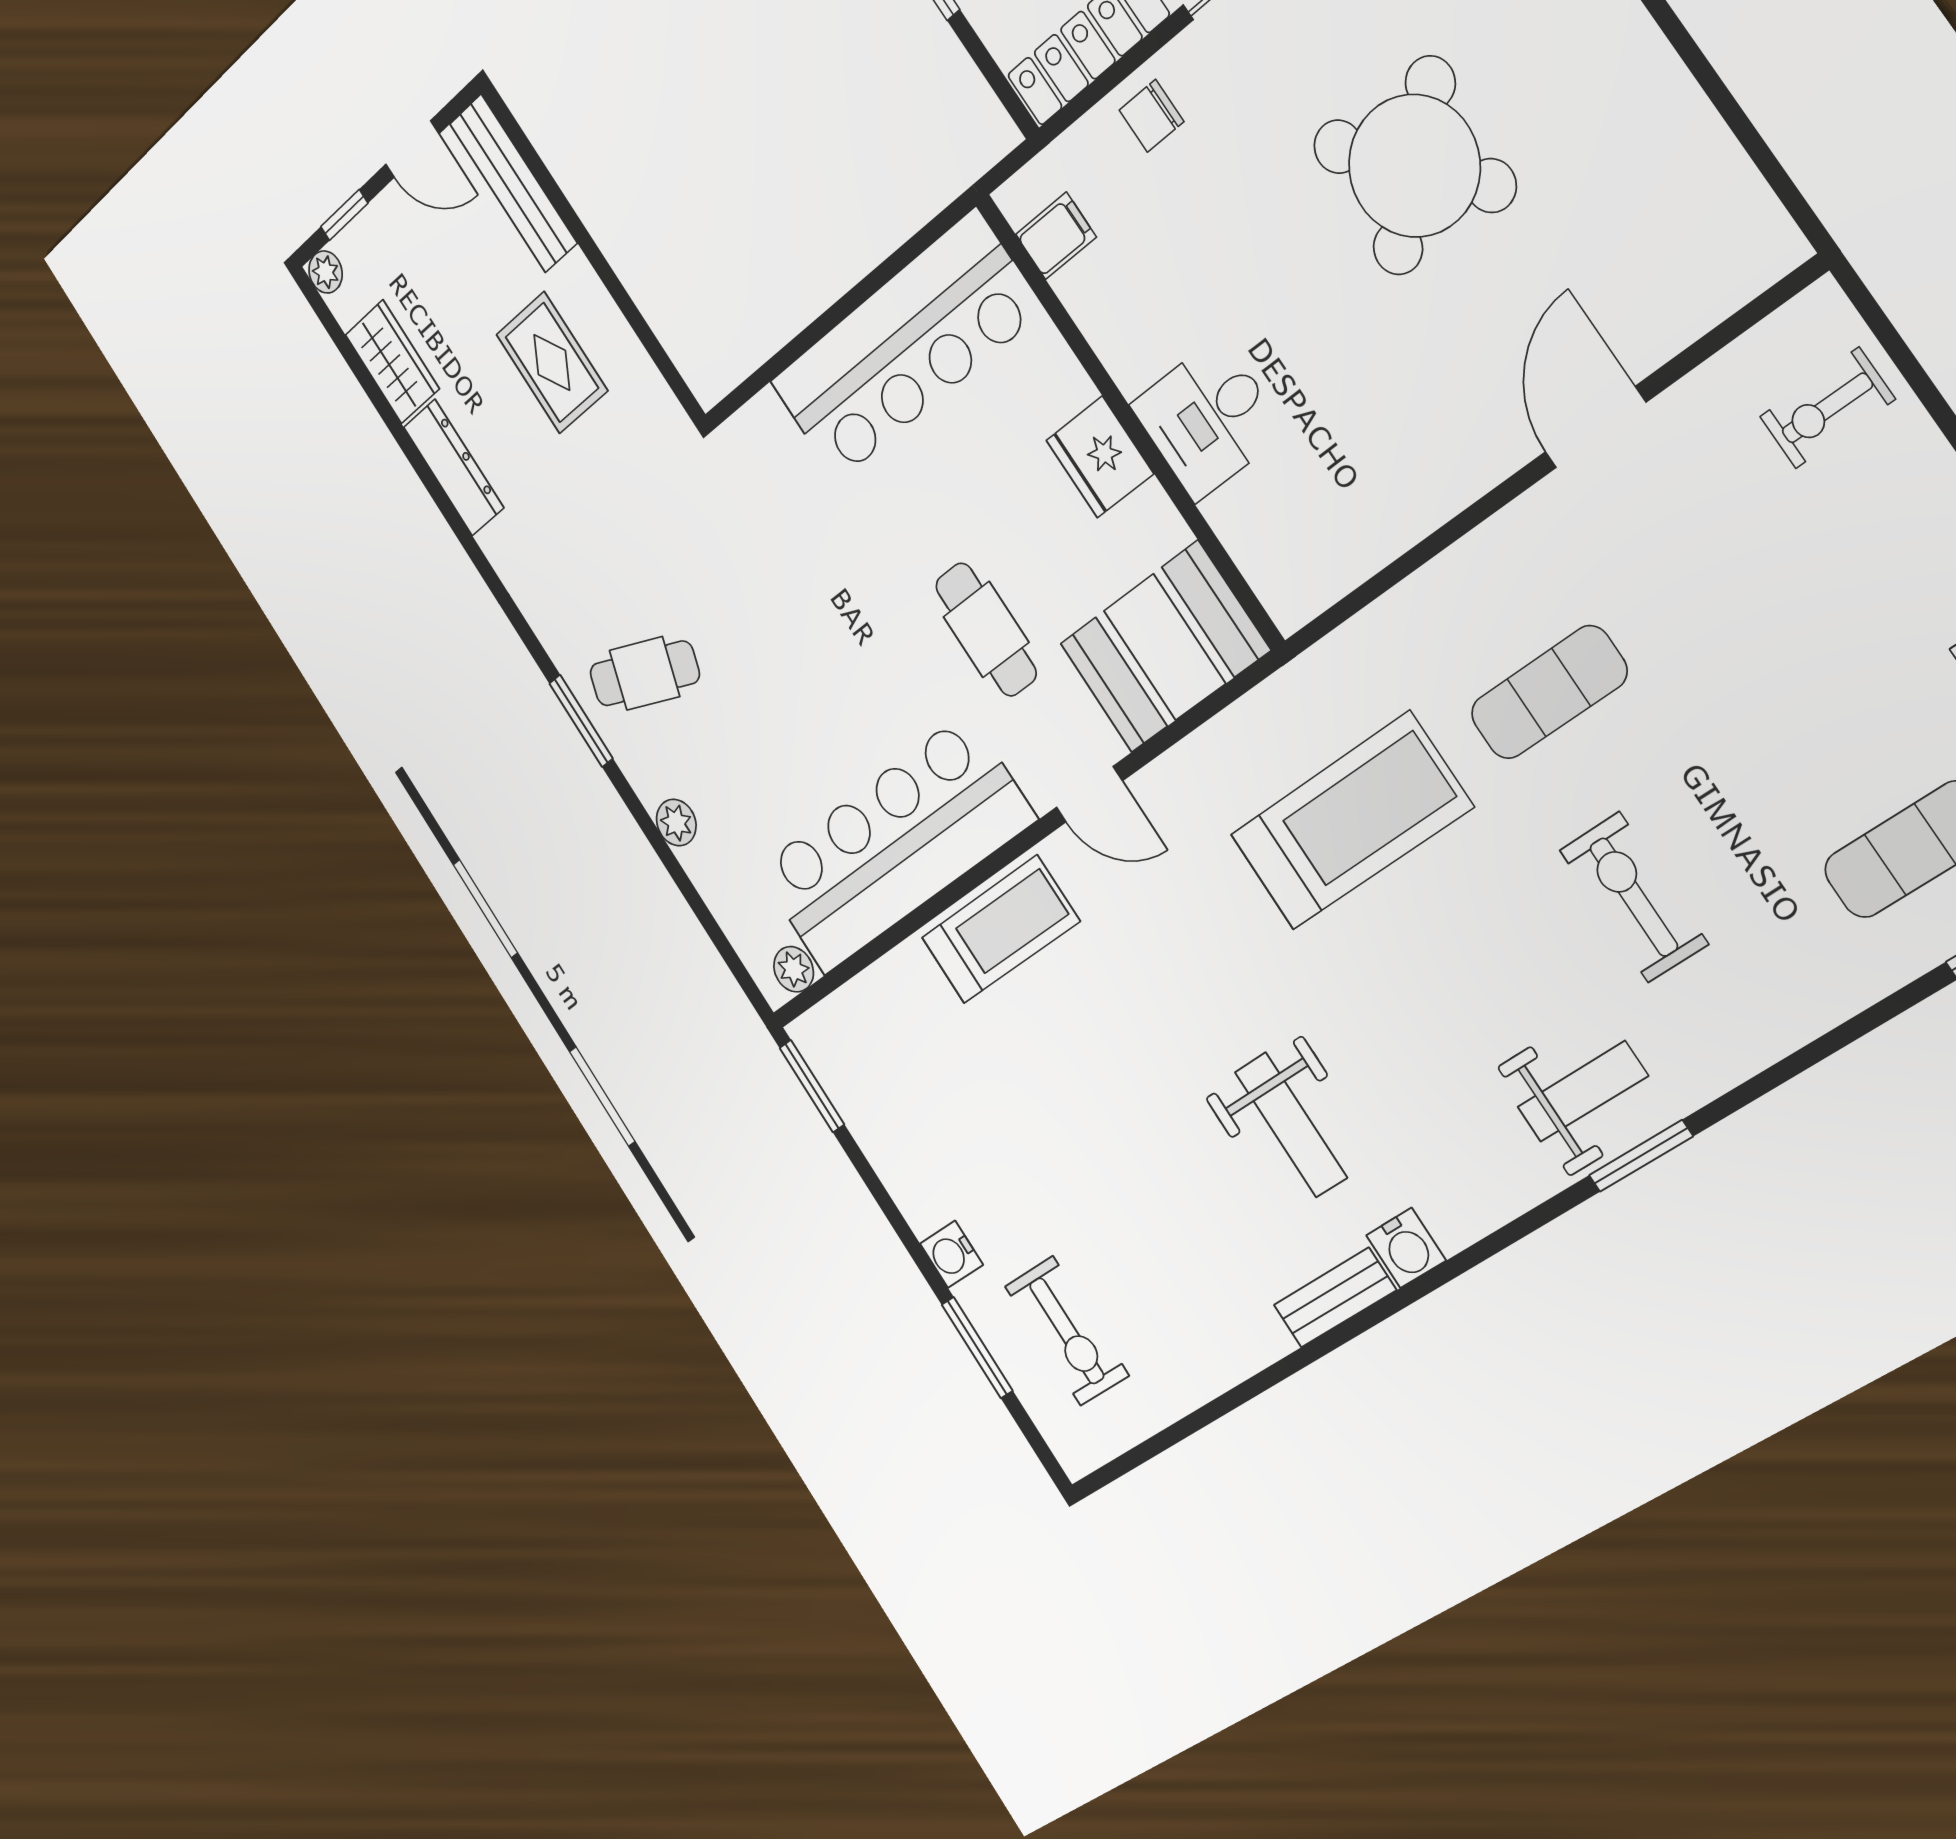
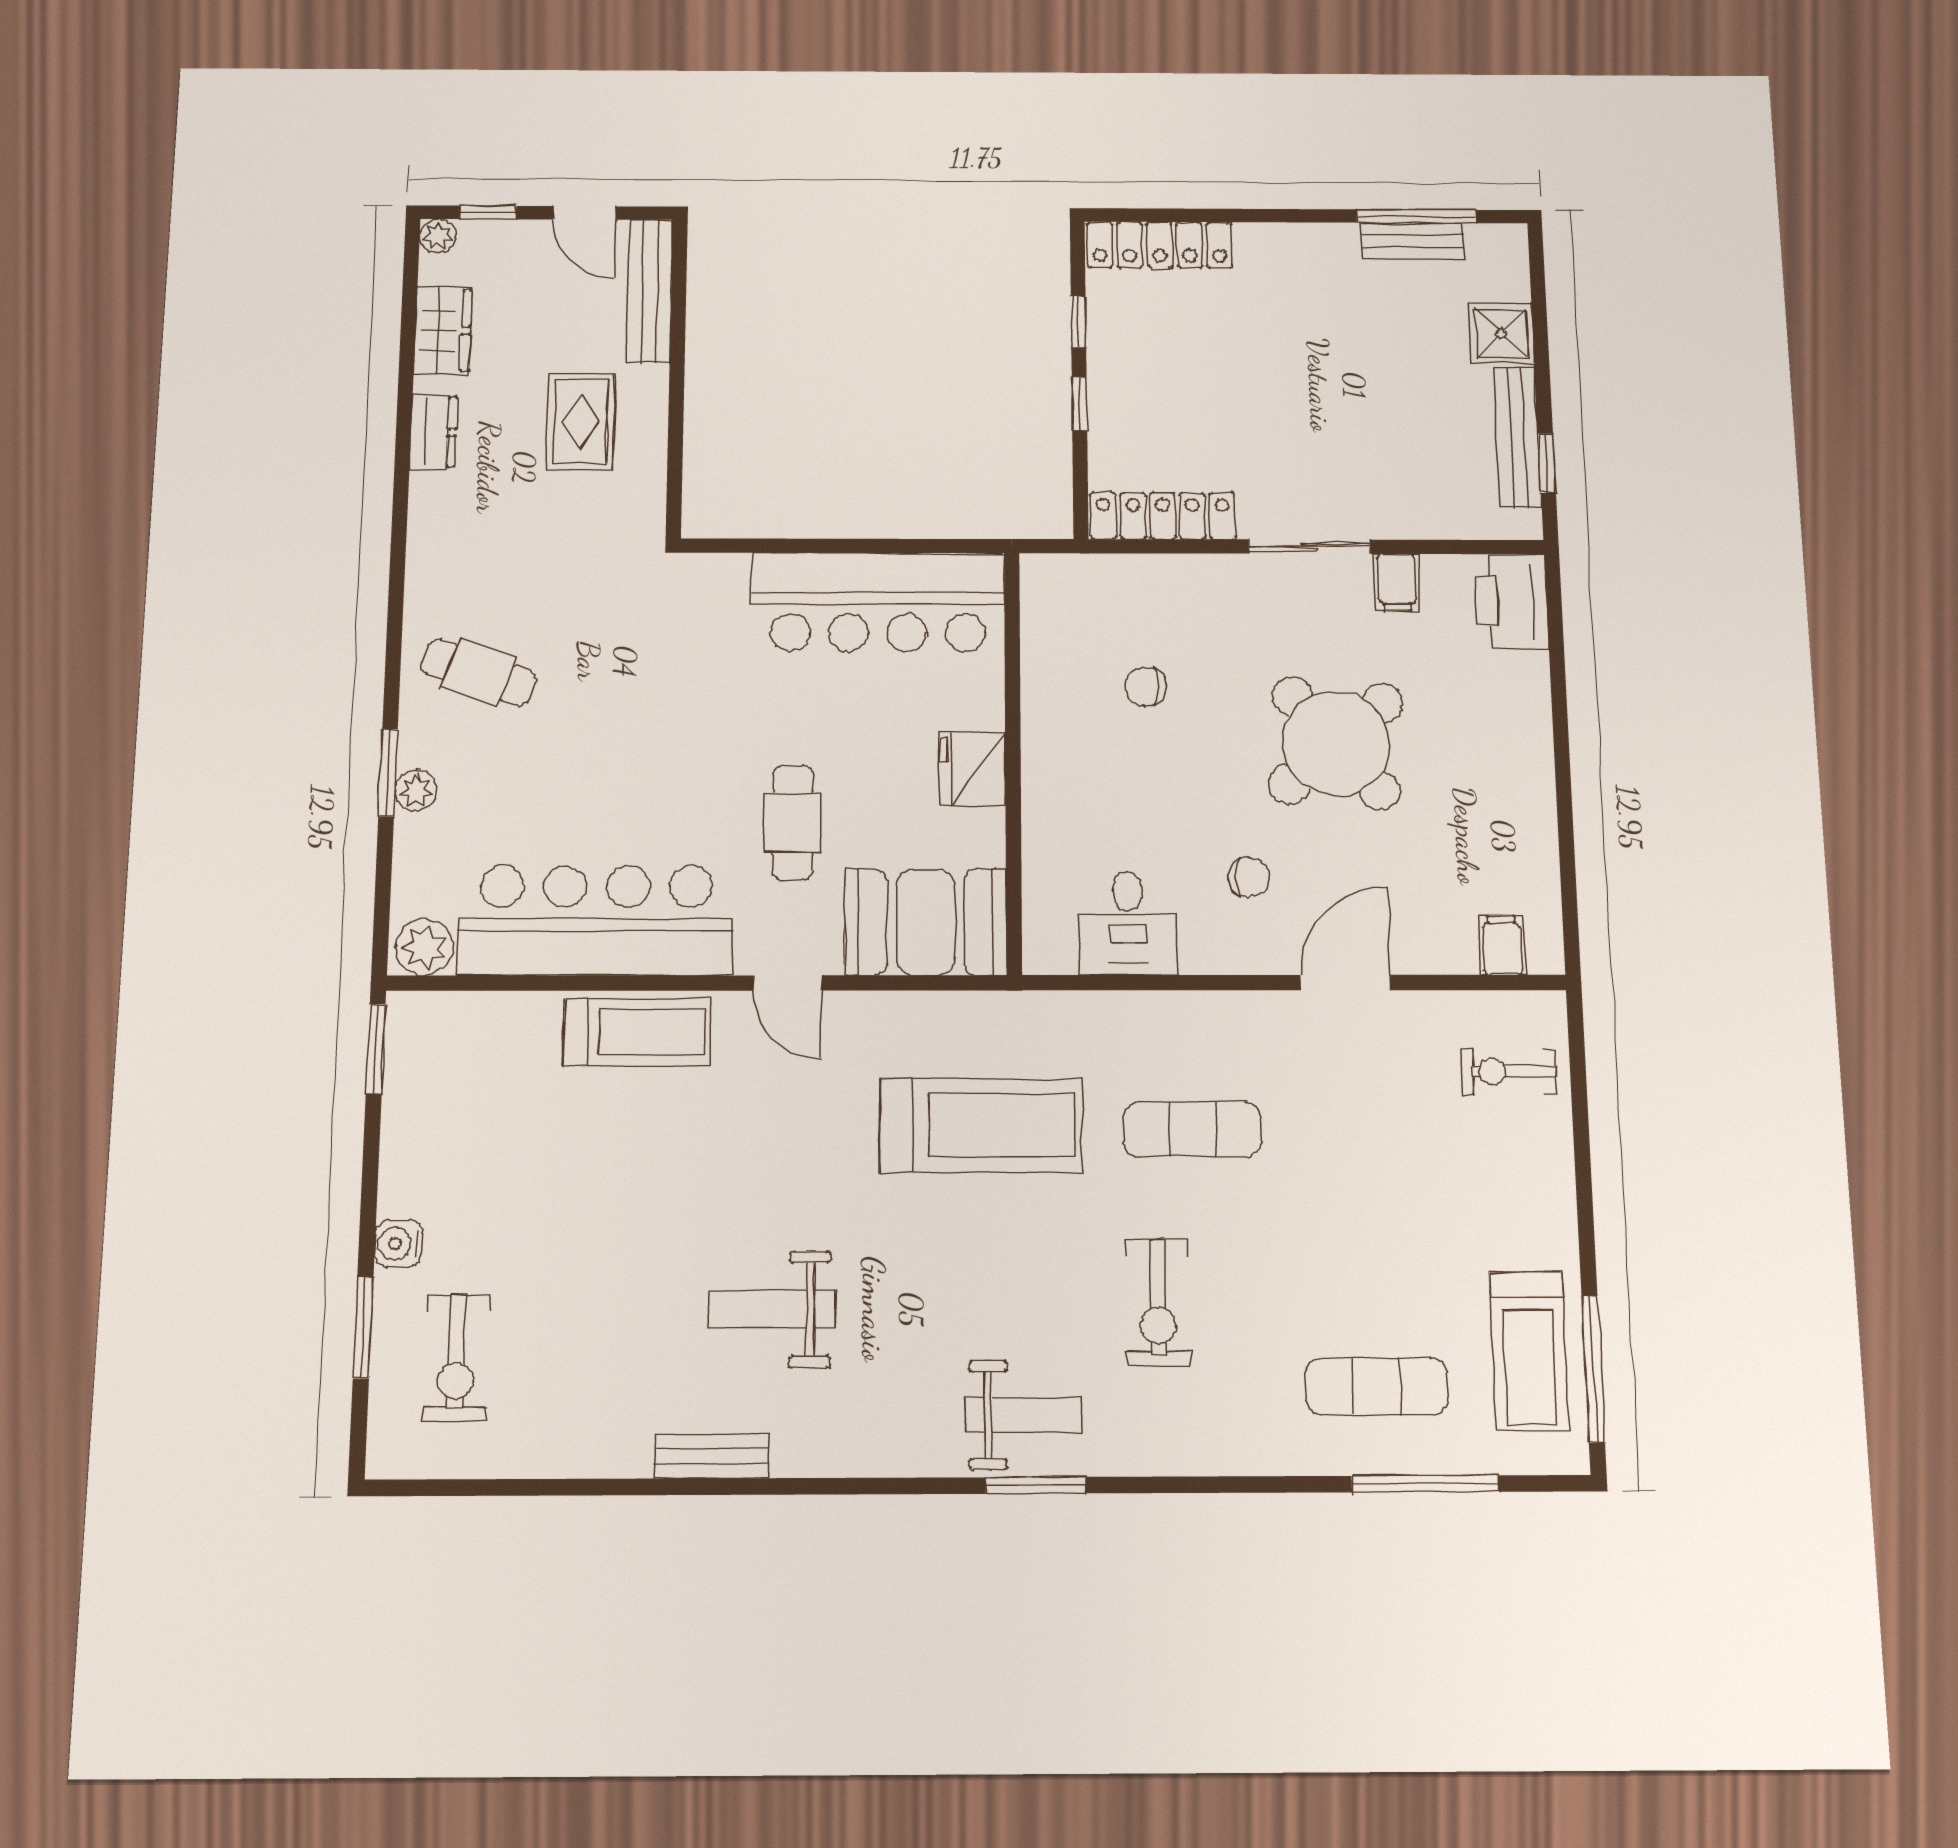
chair: (1151, 116) -> (1146, 687), moved
filing cabinet: (1056, 236) -> (1502, 945), moved, turned -90
chair: (1426, 381) -> (1249, 877), added
desk: (1208, 419) -> (1128, 923), moved, turned -90
dresser: (454, 467) -> (433, 432), width x0.70
window: (581, 721) -> (388, 773), moved
exercise bike: (1634, 897) -> (1158, 1302), turned 180
plant: (794, 969) -> (424, 947), width x1.38, depth x1.38
weight bench: (1291, 1125) -> (772, 1309), turned 90
water cooler: (1406, 1248) -> (800, 1451), removed

